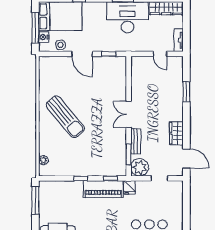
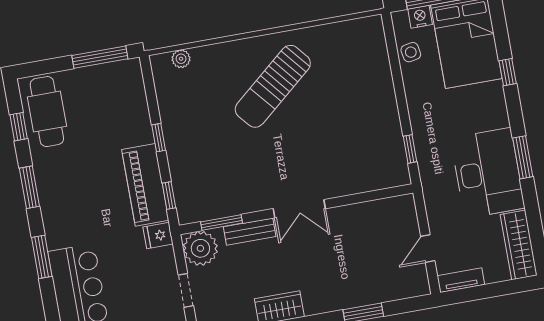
door: (82, 54) -> (401, 97), removed
double door: (129, 114) -> (299, 209), swing flipped

